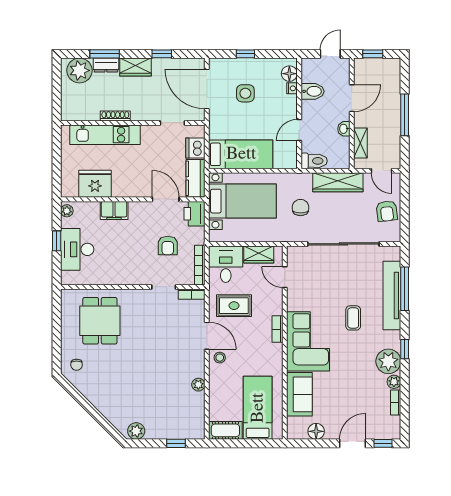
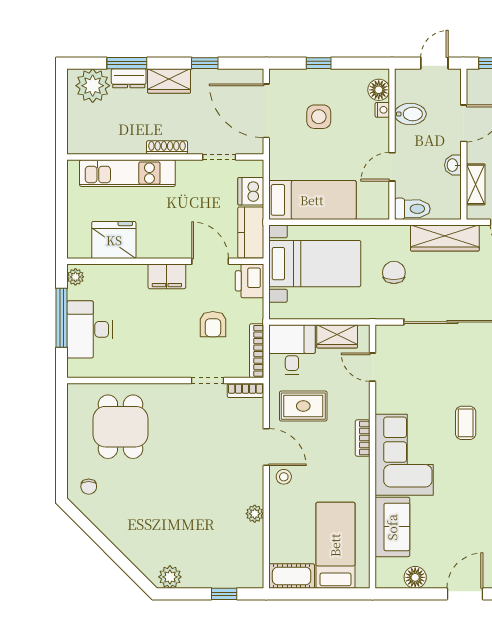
shoe rack: (115, 116) -> (167, 148), moved
filing cabinet: (114, 210) -> (167, 276), moved
window: (57, 241) -> (62, 318), width x2.17

